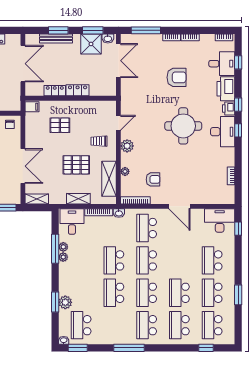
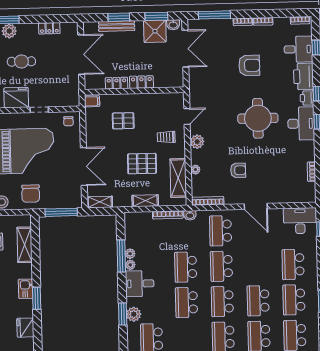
armchair: (153, 179) -> (238, 170), moved
desk: (72, 222) -> (140, 284), moved, turned -90

